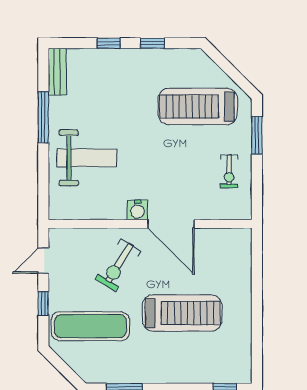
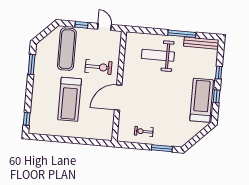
bench: (57, 72) -> (201, 43), width x1.36
treadmill: (198, 106) -> (202, 100), moved
weight bench: (87, 158) -> (158, 55), turned 90
water cooler: (137, 210) -> (127, 80), removed
exercise bike: (118, 265) -> (98, 67), turned 148

